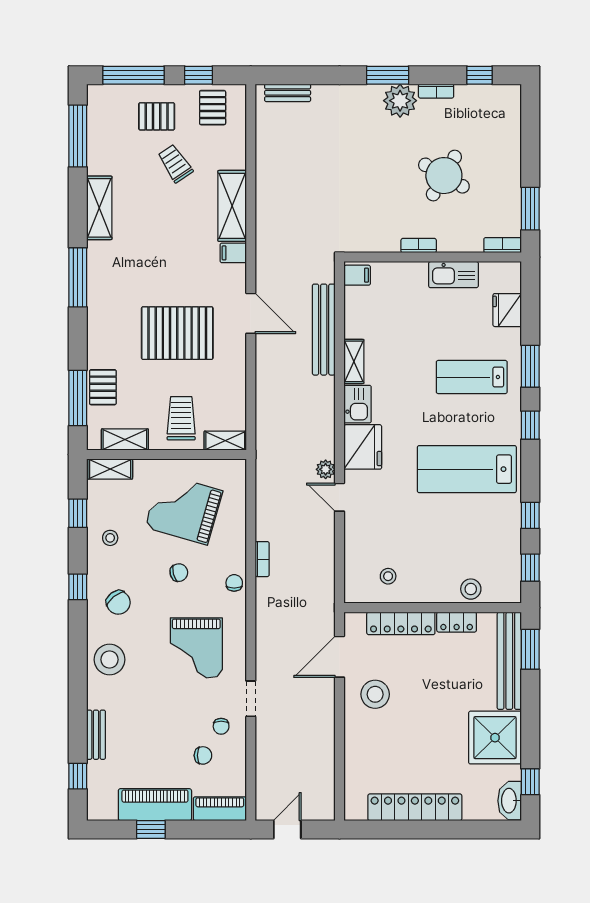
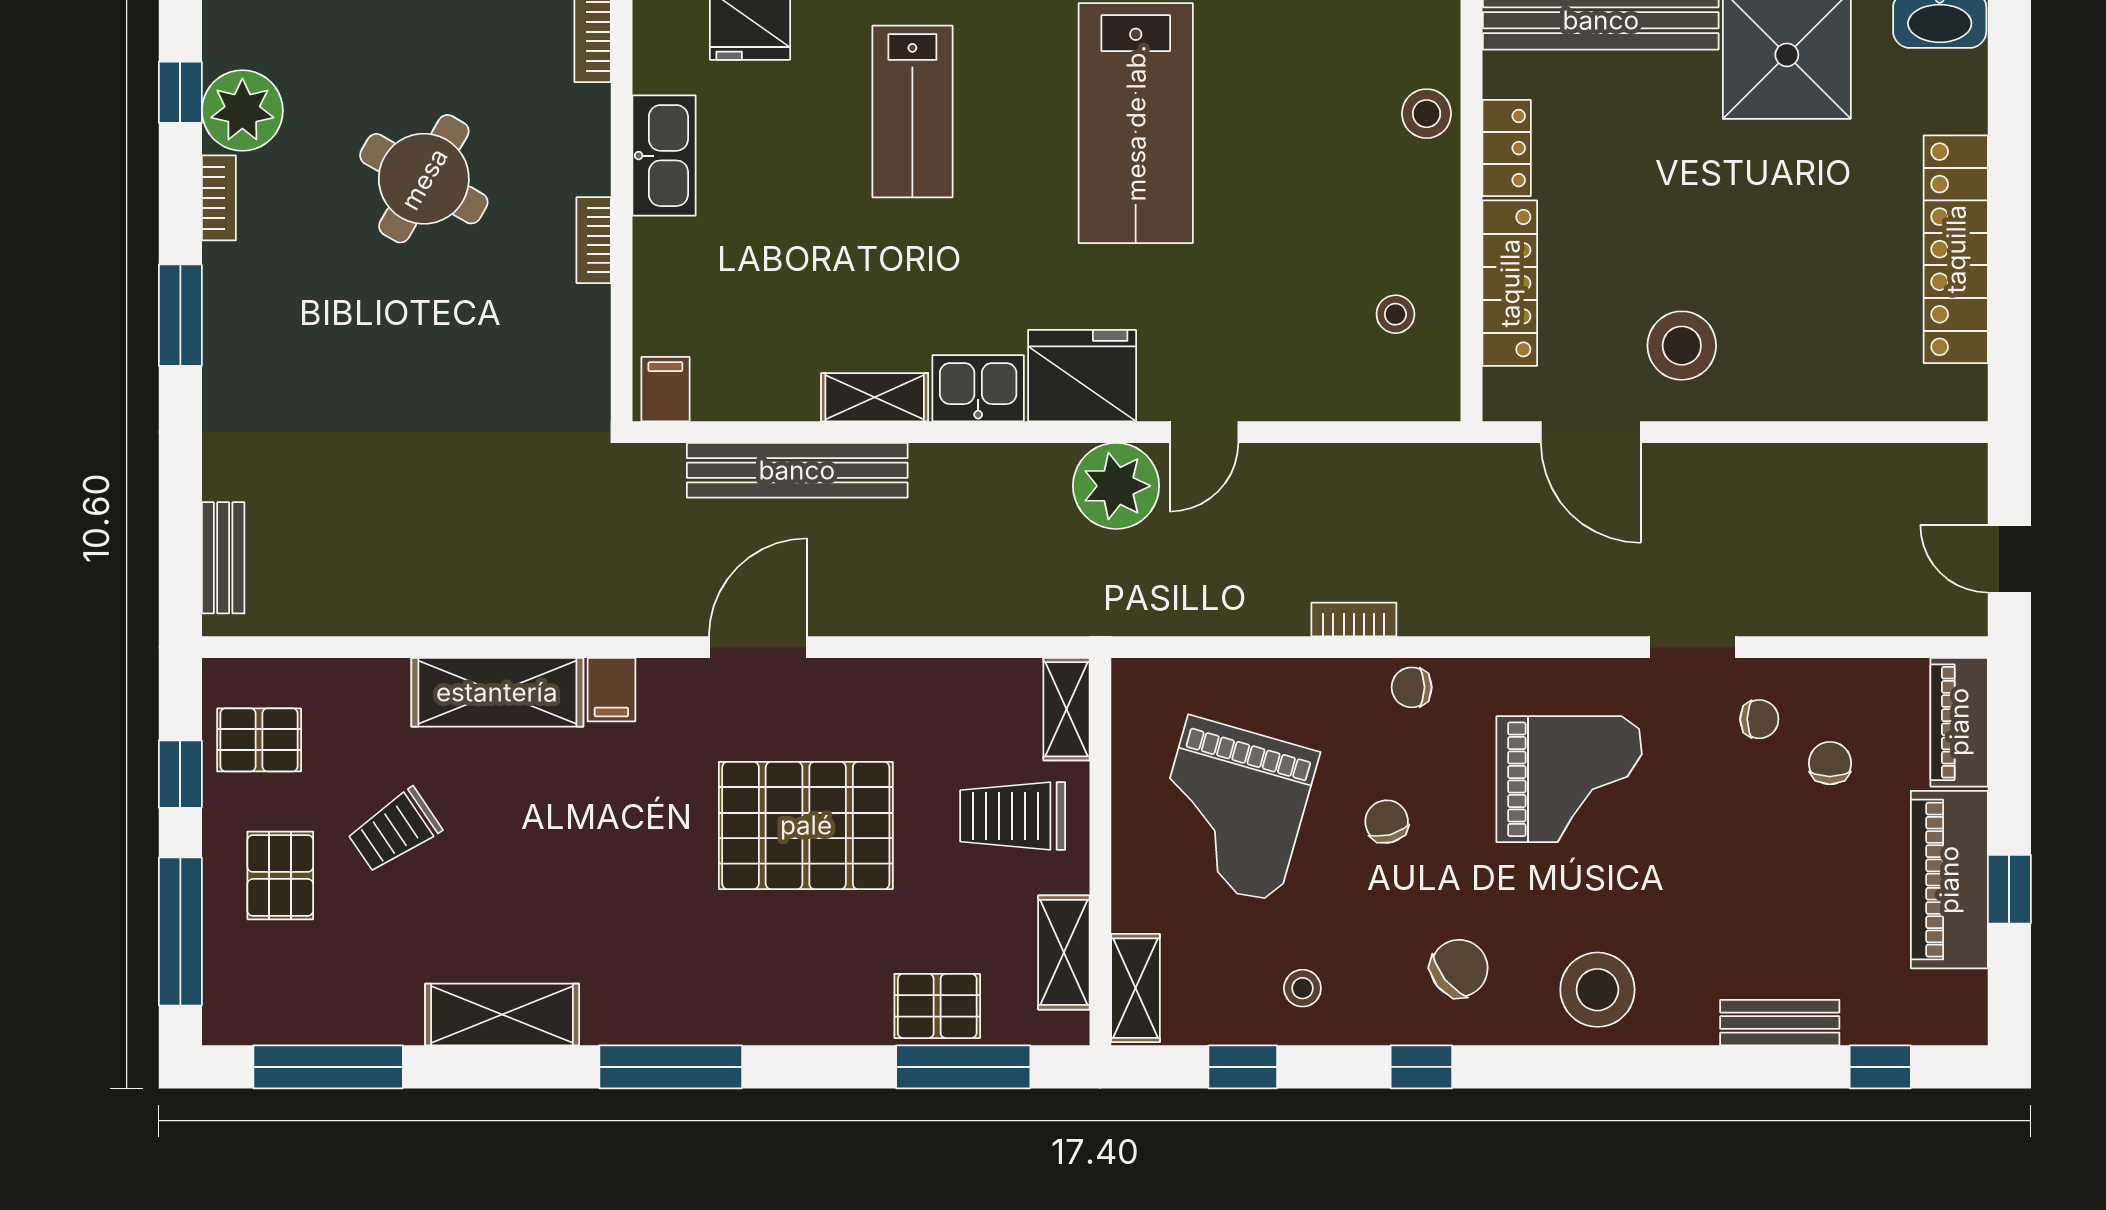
plant: (400, 101) -> (242, 111), moved
pallet: (177, 333) -> (806, 825), turned 90
plant: (326, 469) -> (1116, 486), width x1.87, depth x1.87

